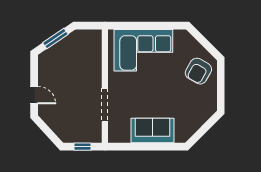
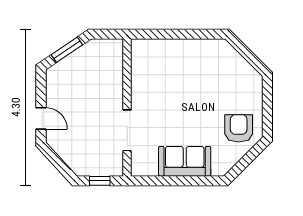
corner sofa: (143, 50) -> (174, 64), removed
armchair: (198, 71) -> (239, 128), moved, turned 150

